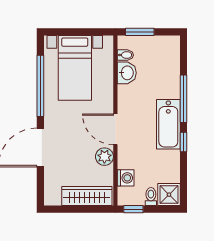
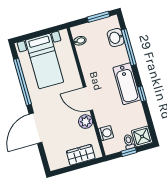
window: (140, 32) -> (98, 17), moved
washbasin: (127, 73) -> (116, 38), moved, turned 180
window: (183, 99) -> (129, 47), moved
wardrobe: (87, 196) -> (81, 155), width x0.67
window: (133, 209) -> (129, 152), moved

